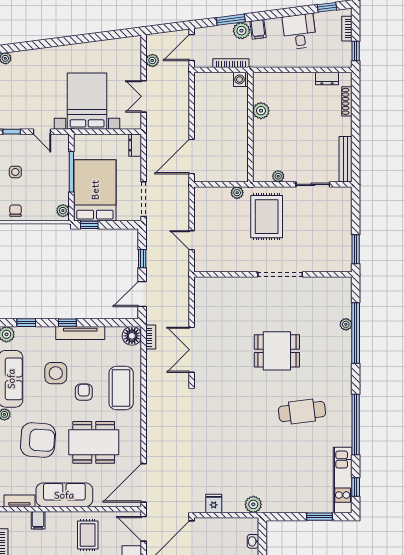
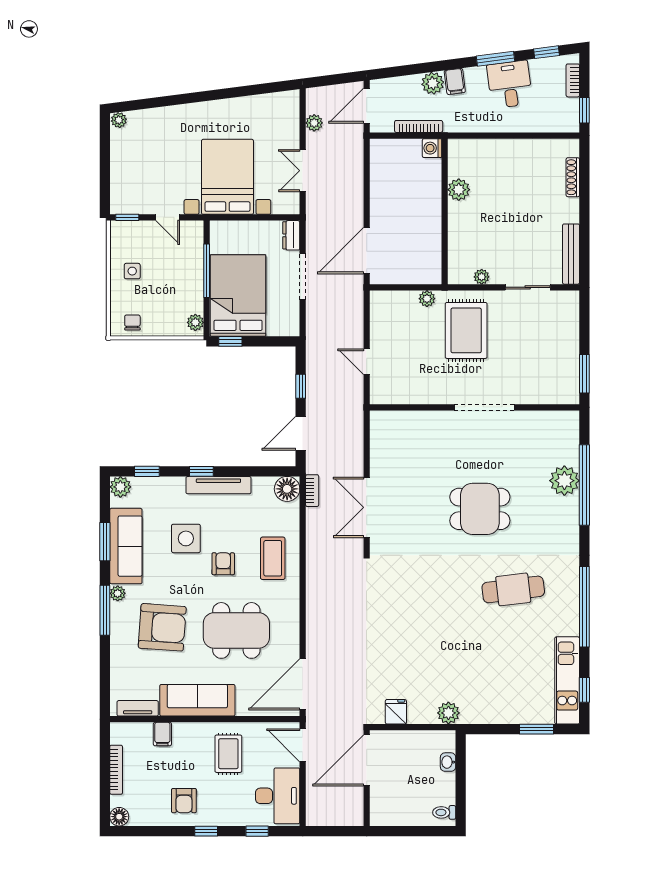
window: (231, 20) -> (496, 59), moved
dresser: (327, 79) -> (546, 147), removed
doorway: (144, 199) -> (303, 277), moved
plant: (346, 324) -> (564, 481), width x1.88, depth x1.88
coffee table: (121, 388) -> (273, 558), width x0.73, depth x0.76

